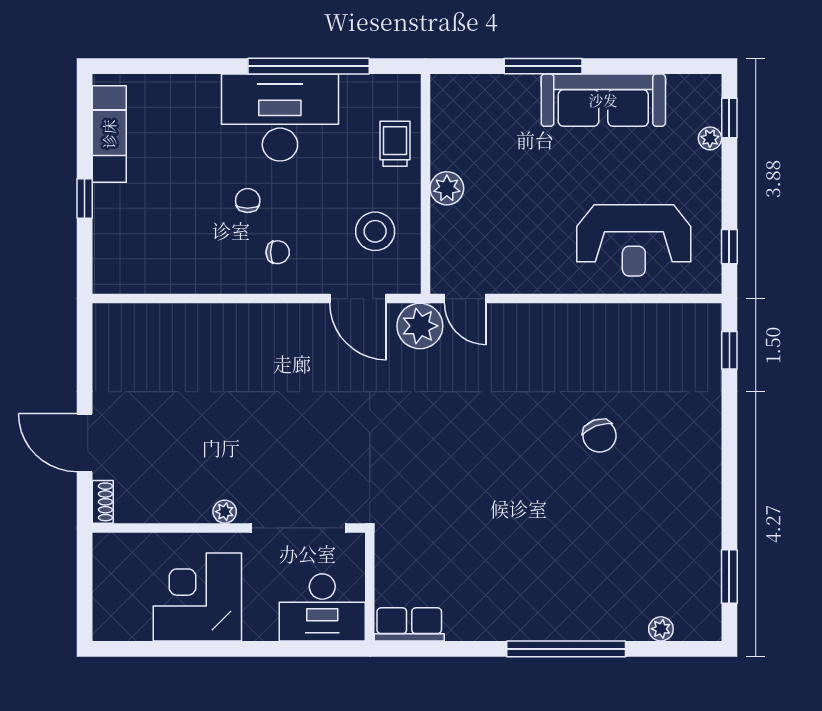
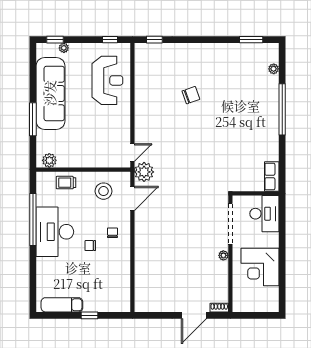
sofa: (603, 100) -> (50, 93), width x1.36, depth x1.27
plant: (447, 188) -> (49, 160), moved

